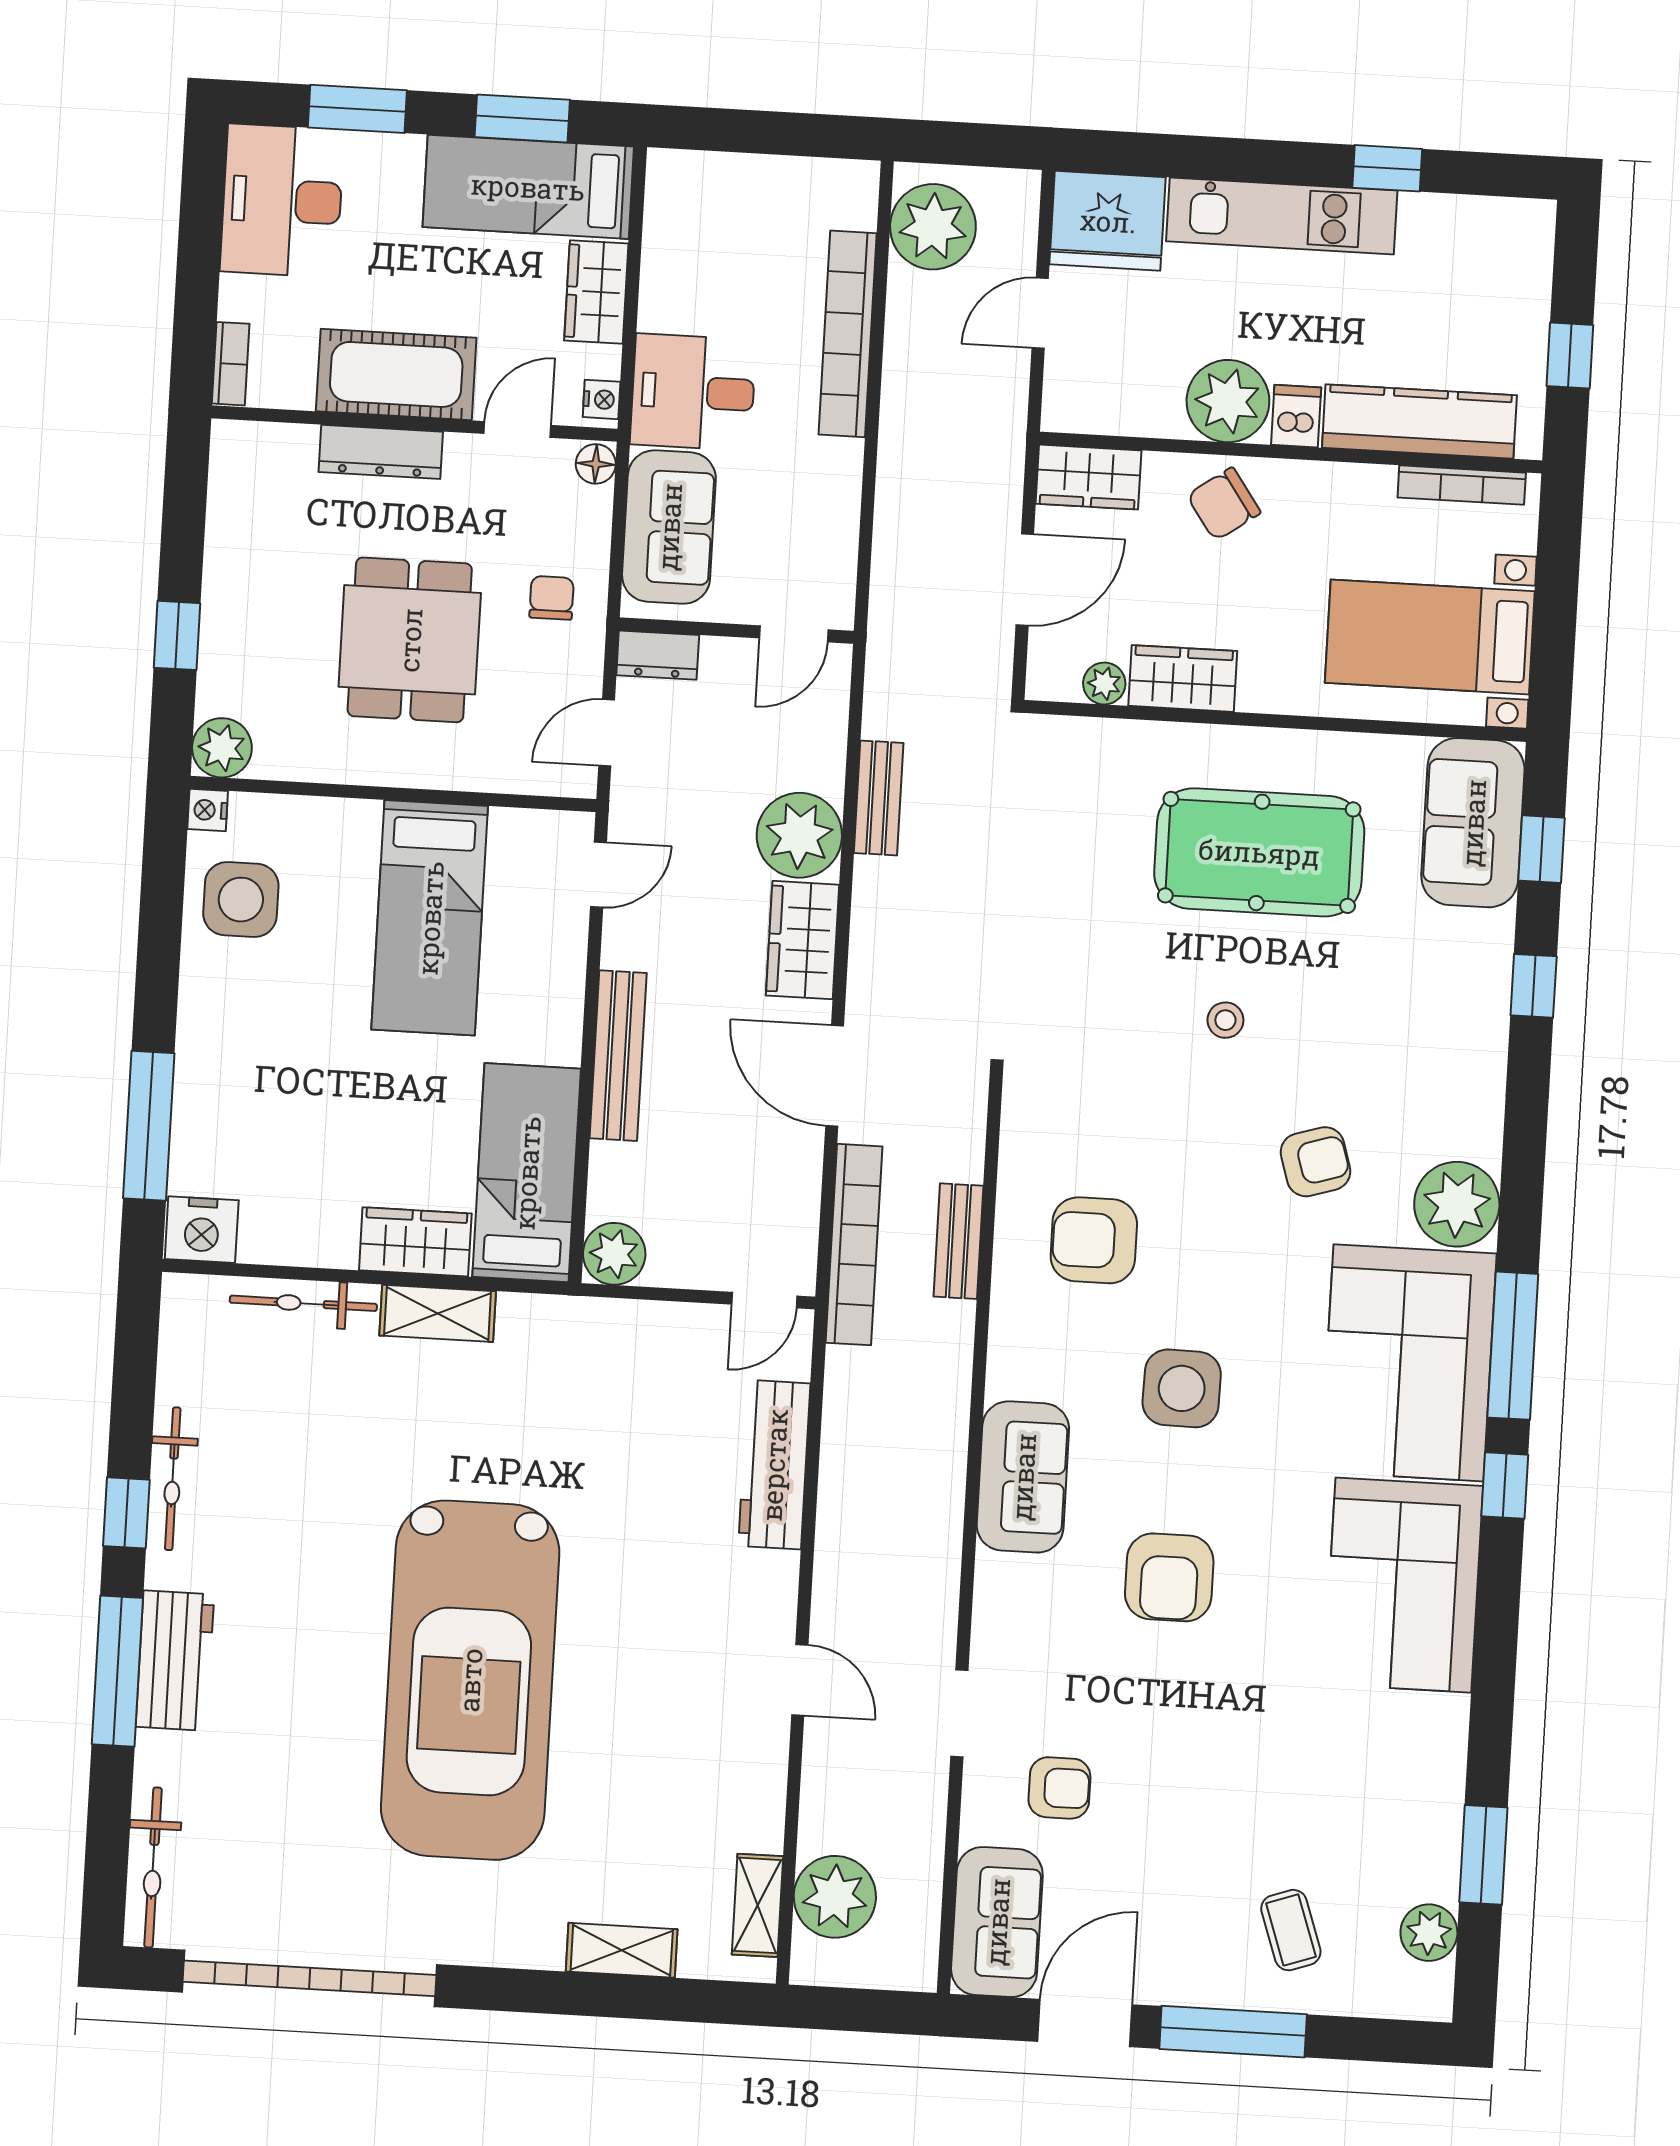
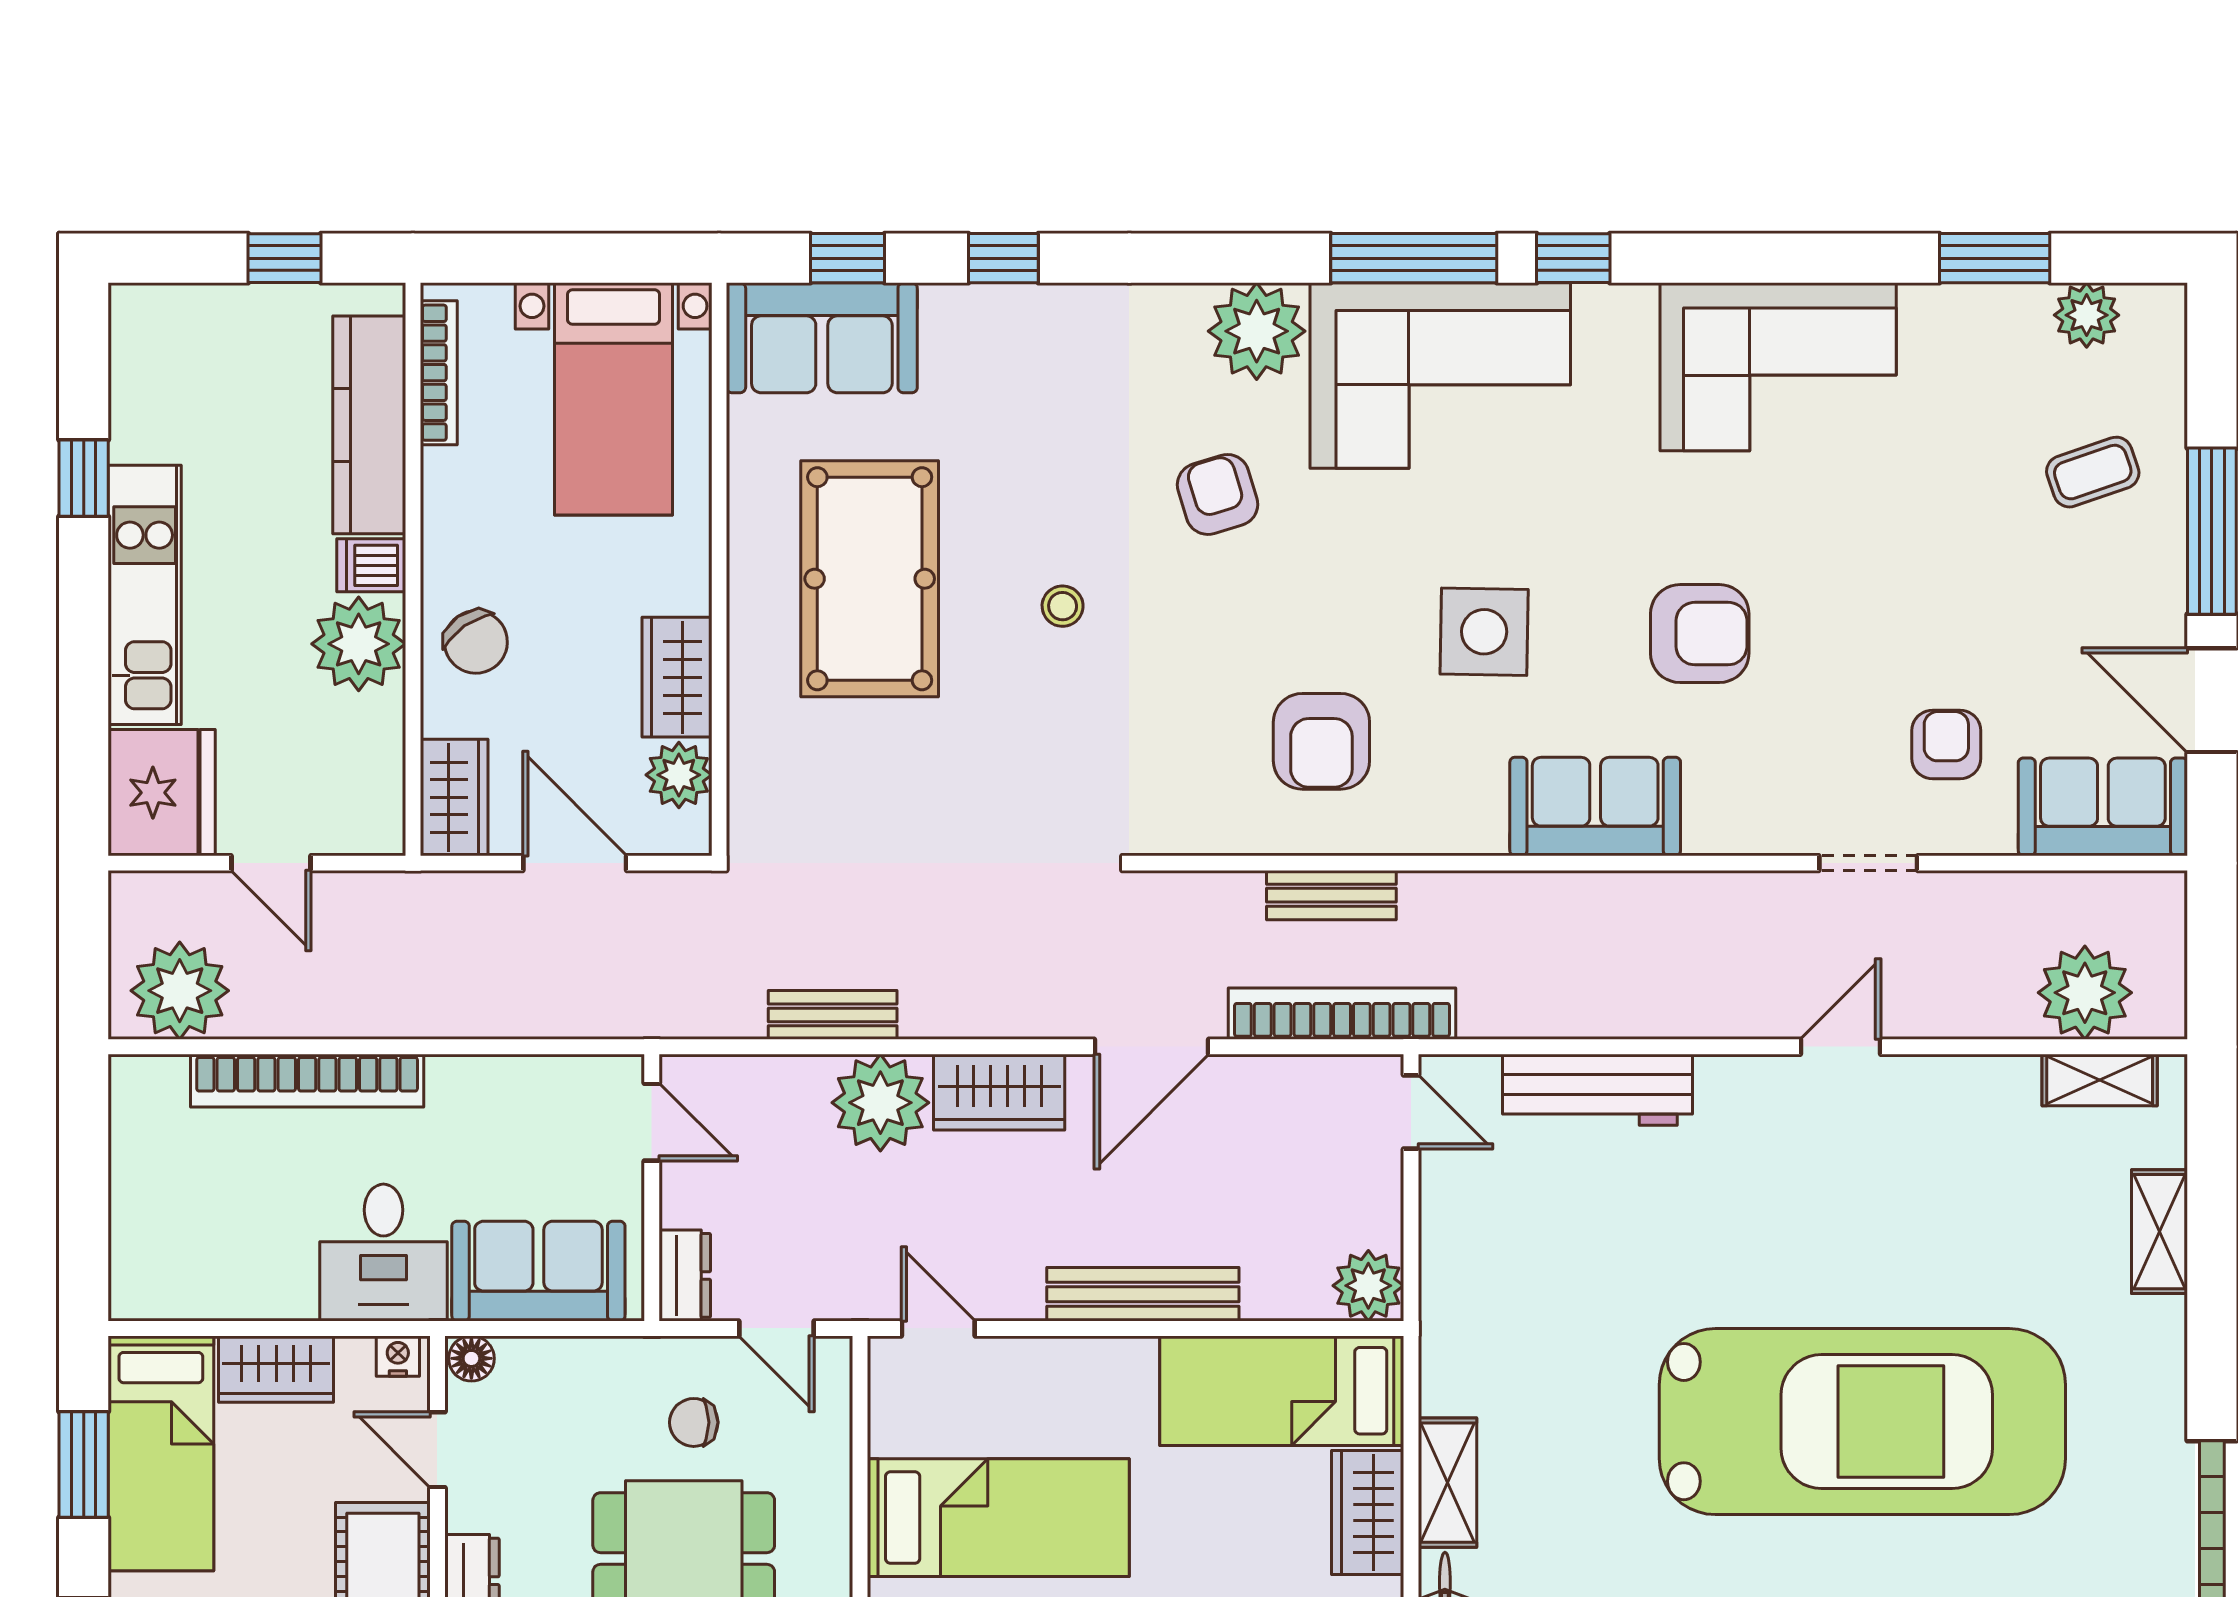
chair: (552, 598) -> (694, 1422), moved
plant: (1104, 684) -> (679, 775), width x1.38, depth x1.38
corner sofa: (1403, 1585) -> (1778, 367), moved

